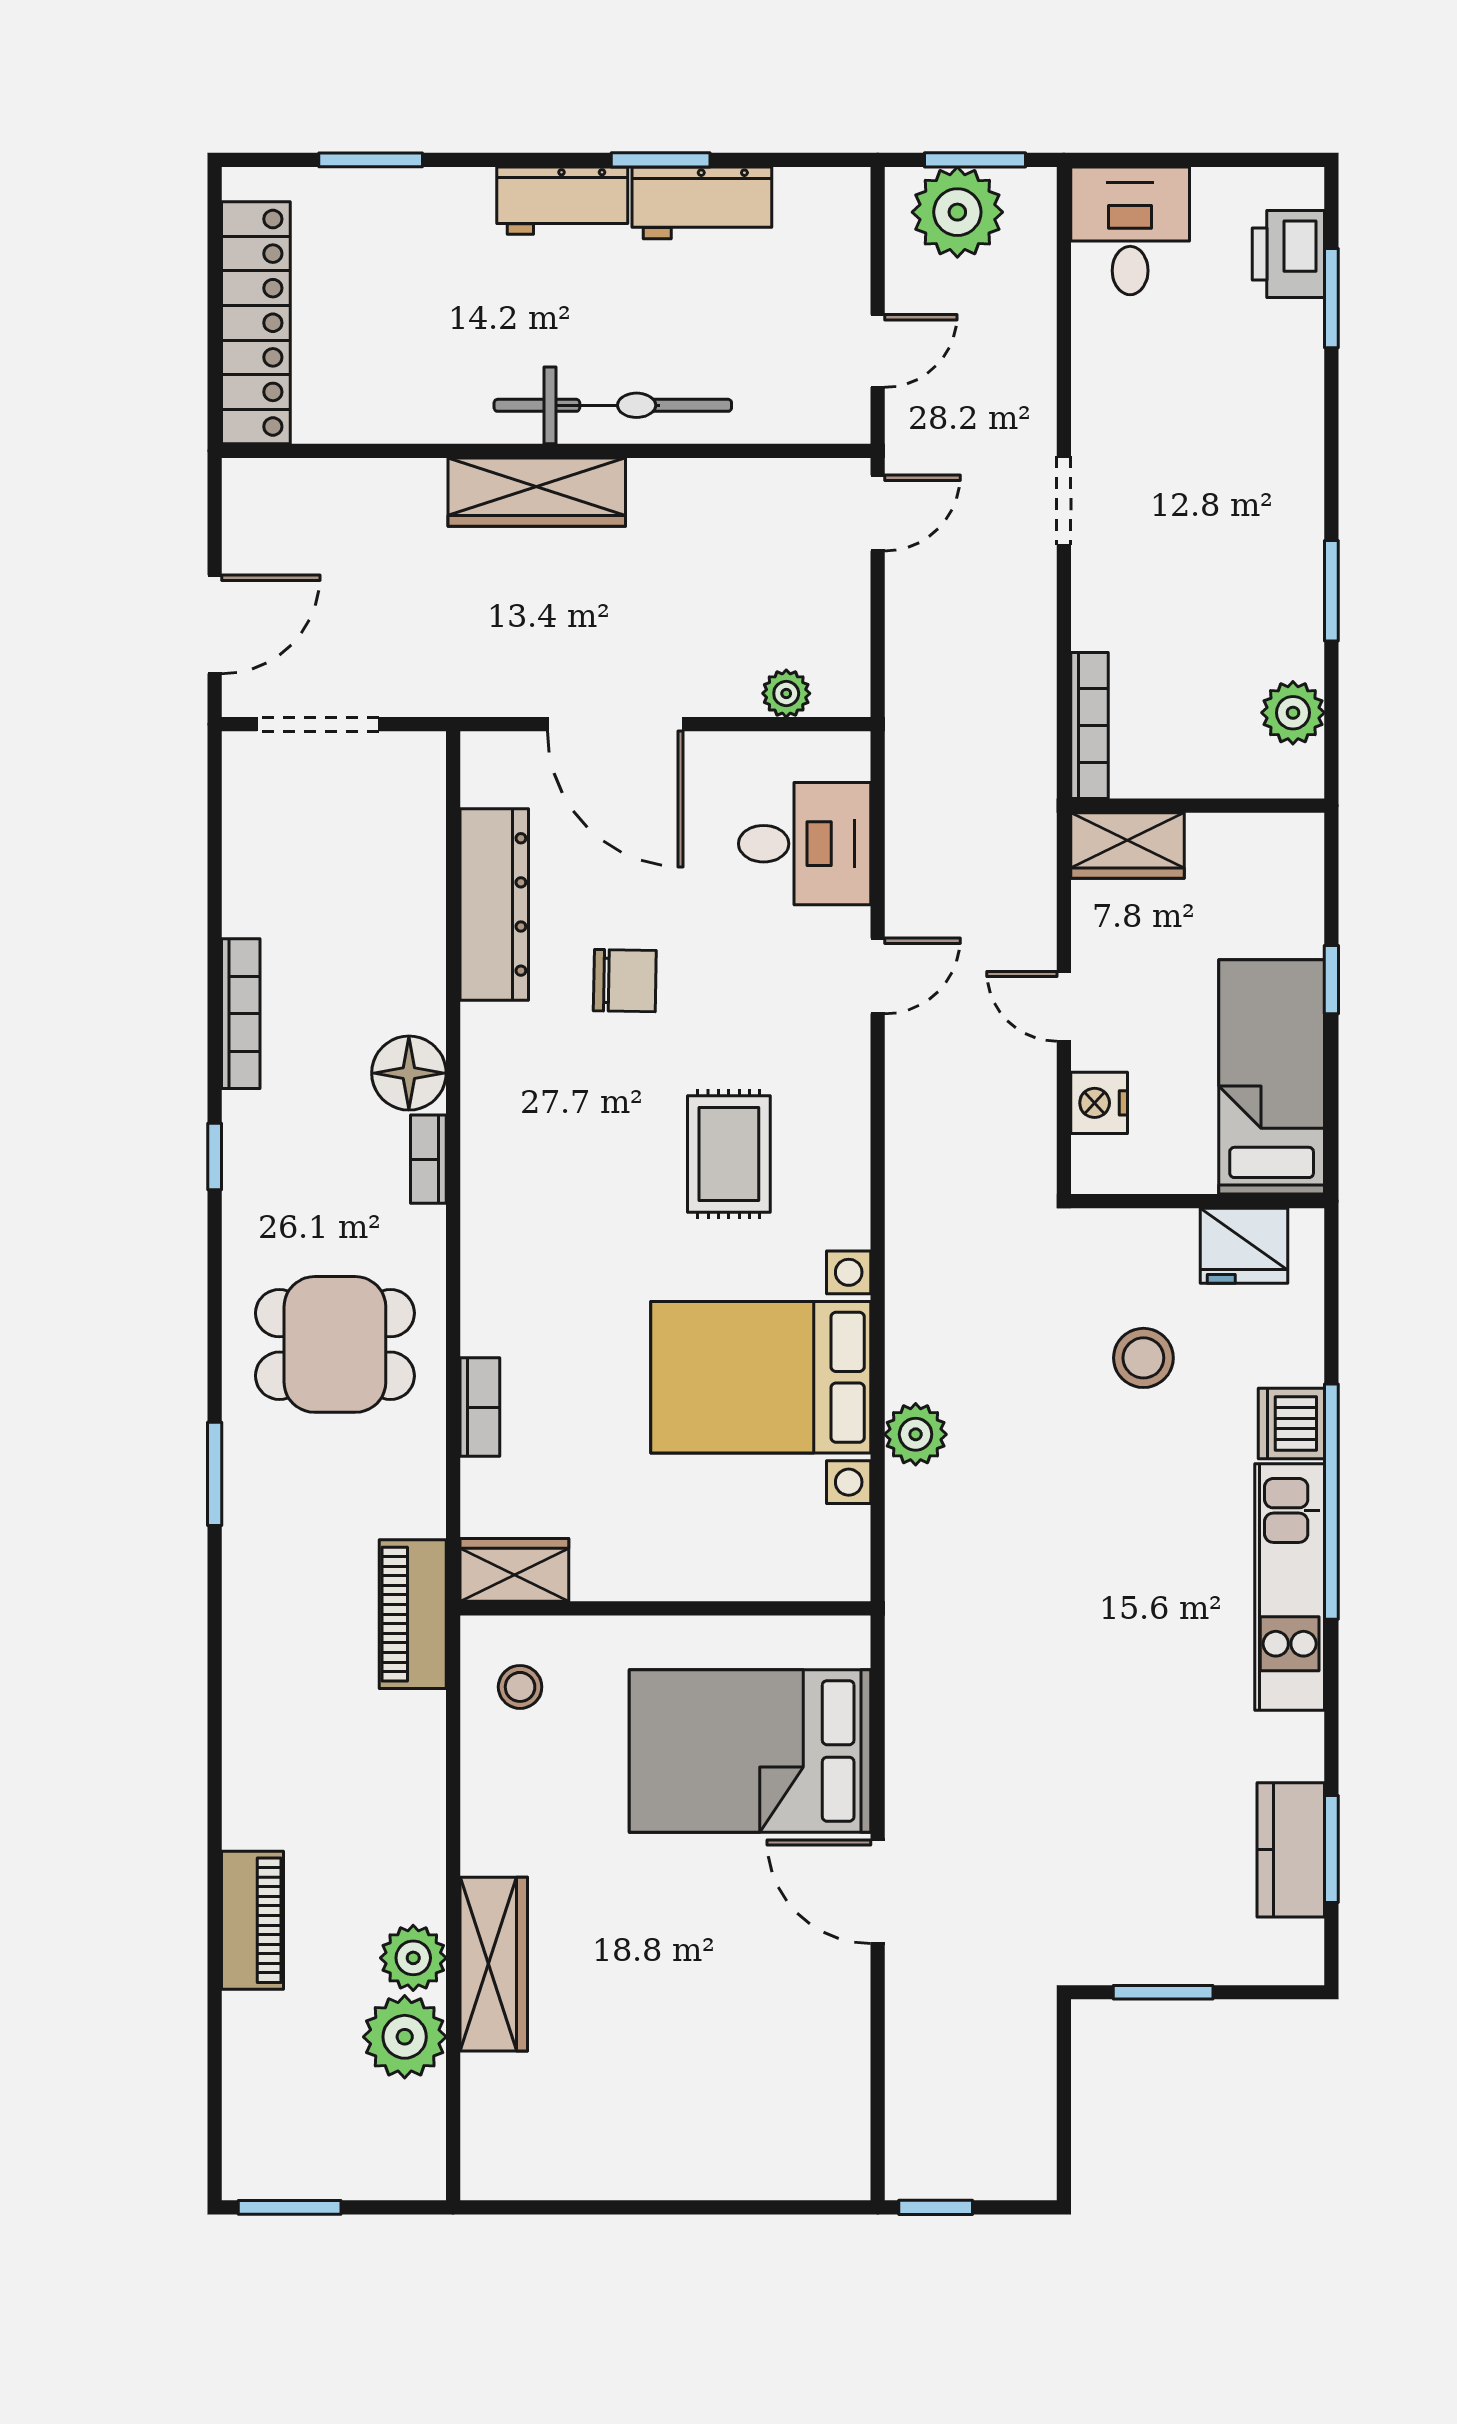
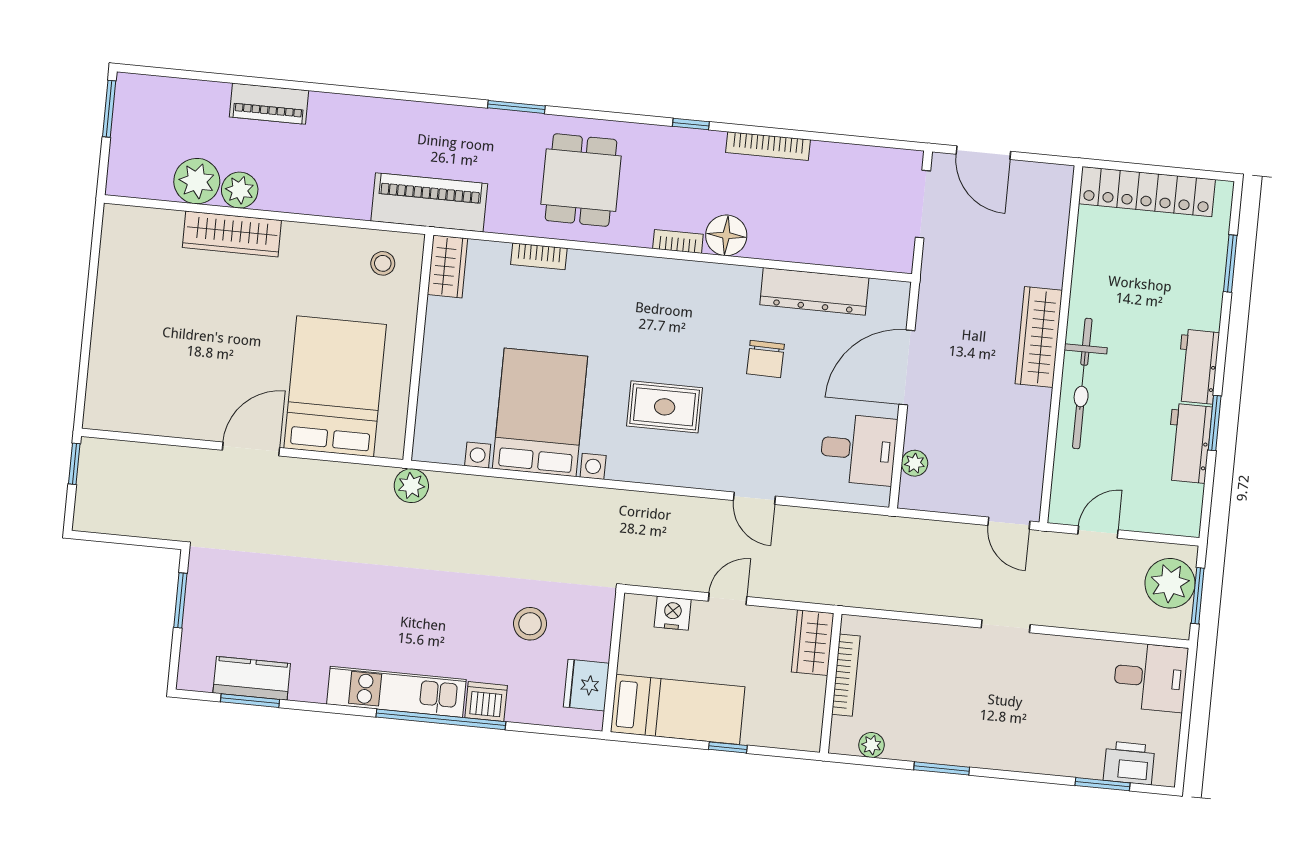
door: (878, 351) -> (1098, 532), swing flipped
plant: (1293, 713) -> (871, 745), width x0.73, depth x0.73
bookcase: (1090, 726) -> (846, 675), moved, turned -90
desk: (805, 844) -> (858, 449), moved, turned -90
plant: (916, 1434) -> (411, 486), moved
piano: (413, 1614) -> (429, 202), width x1.37, depth x1.33

